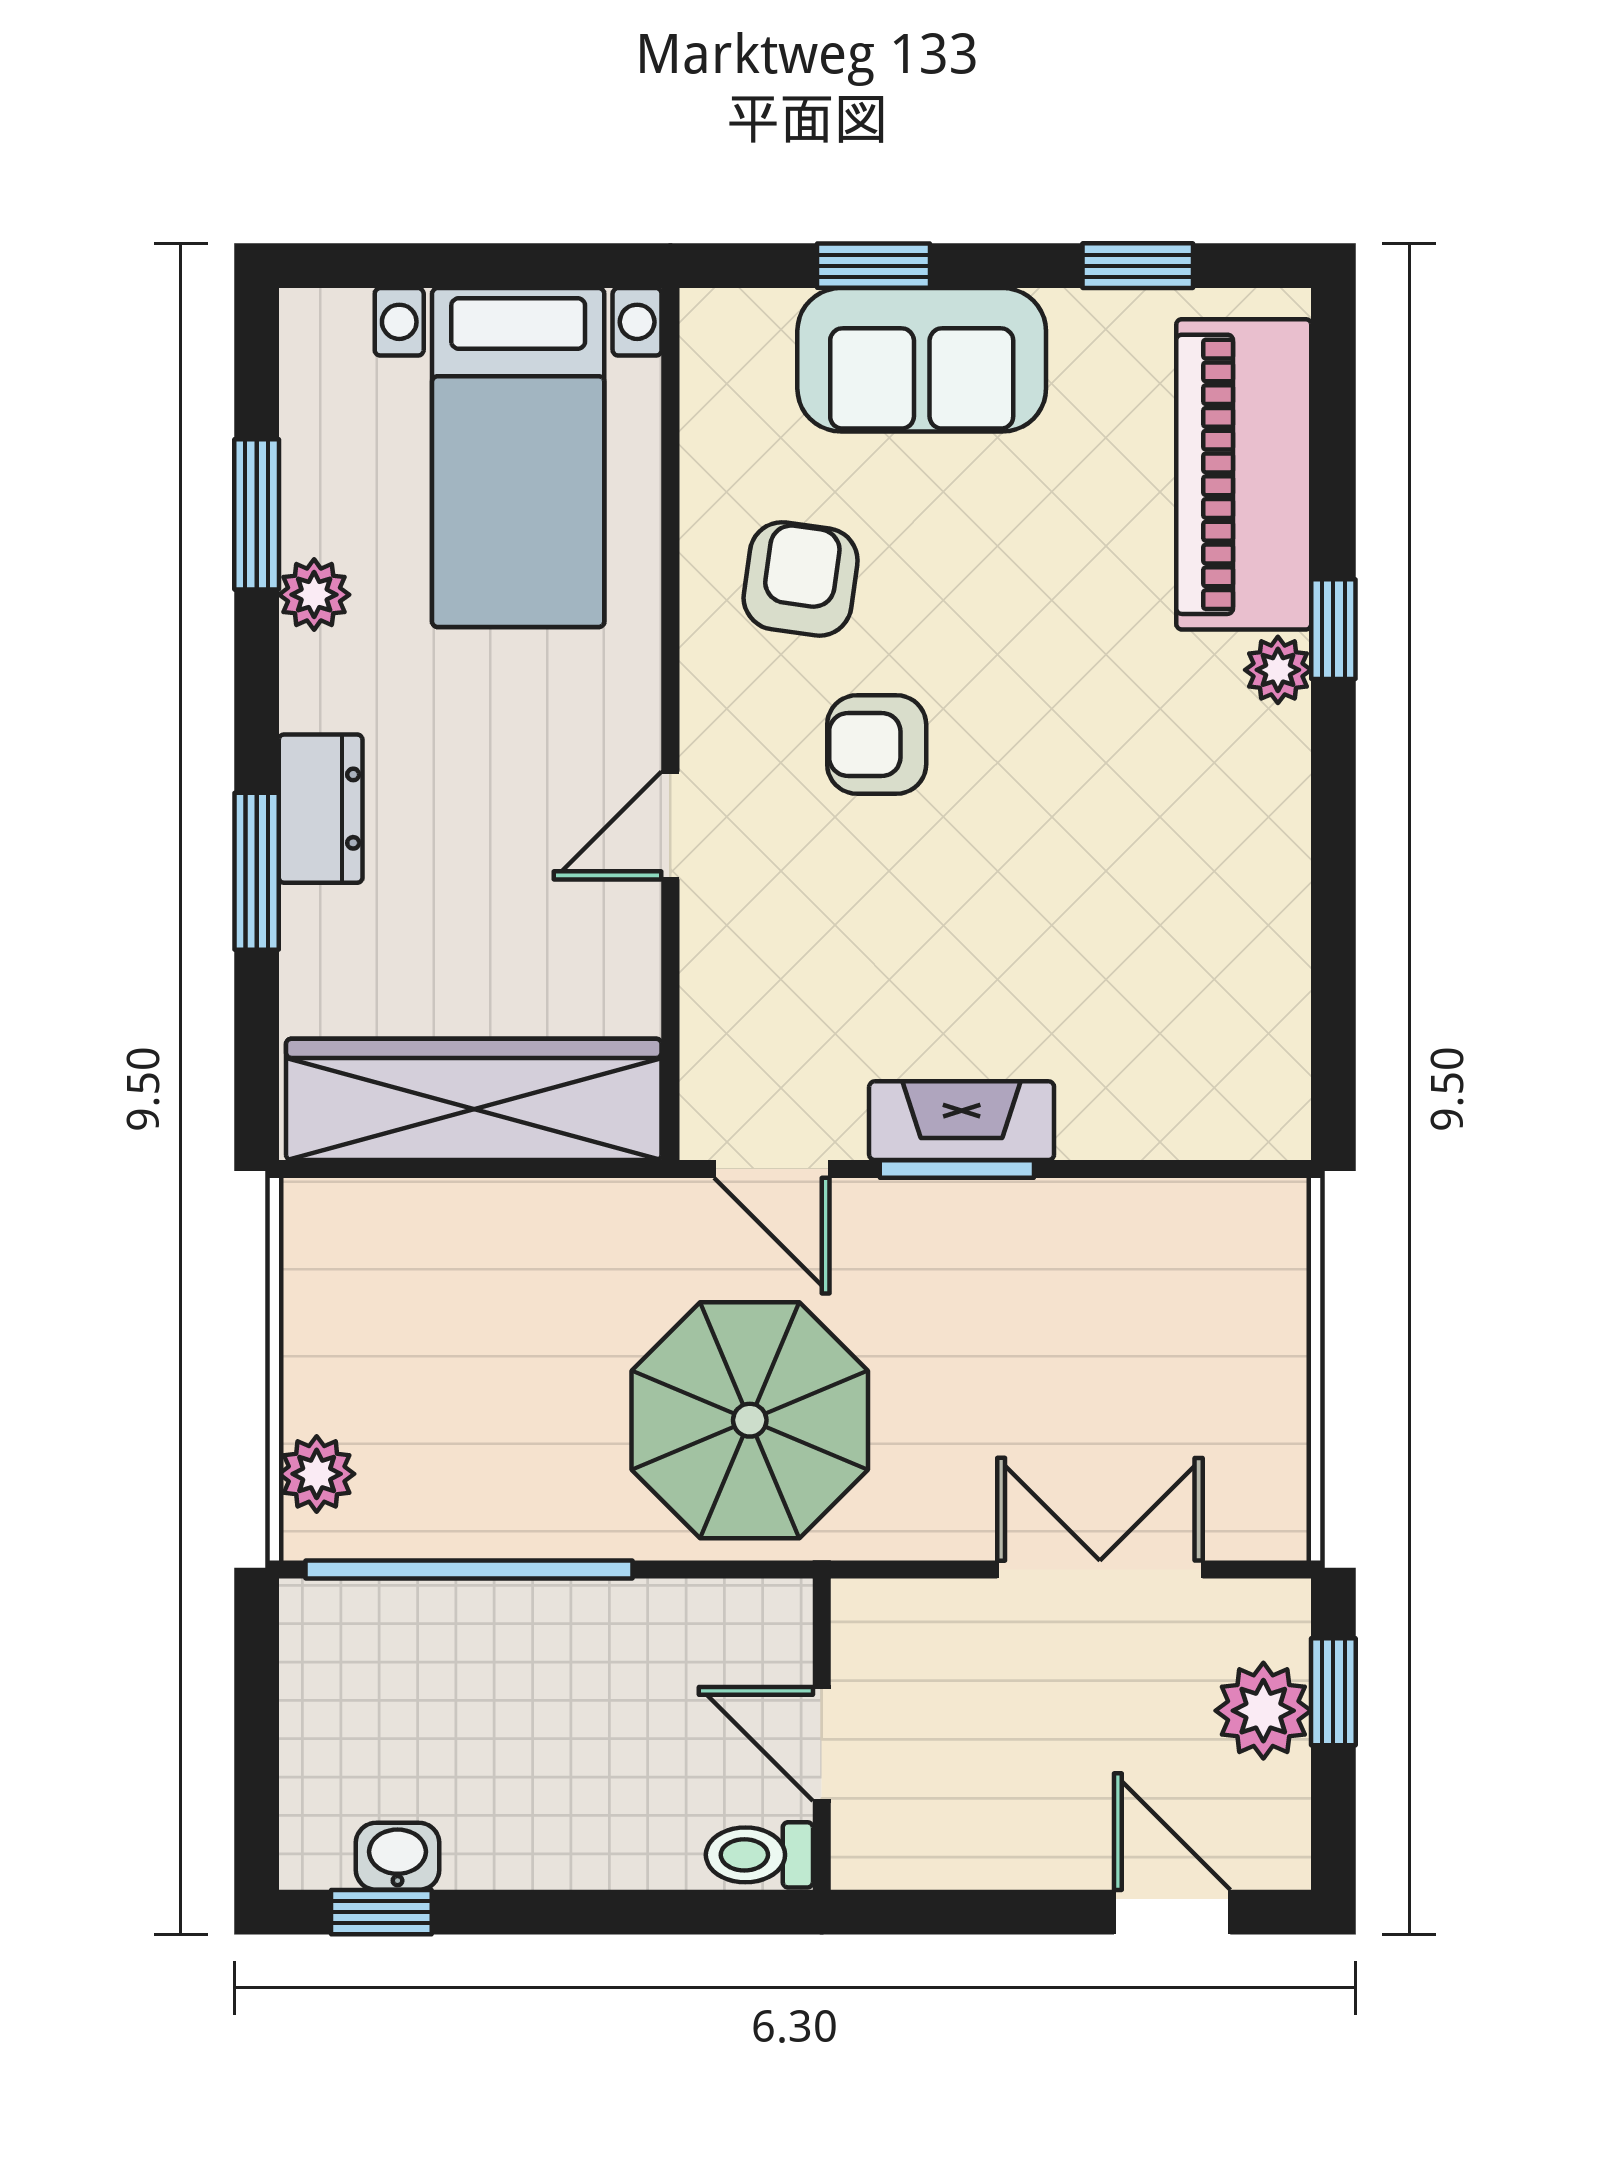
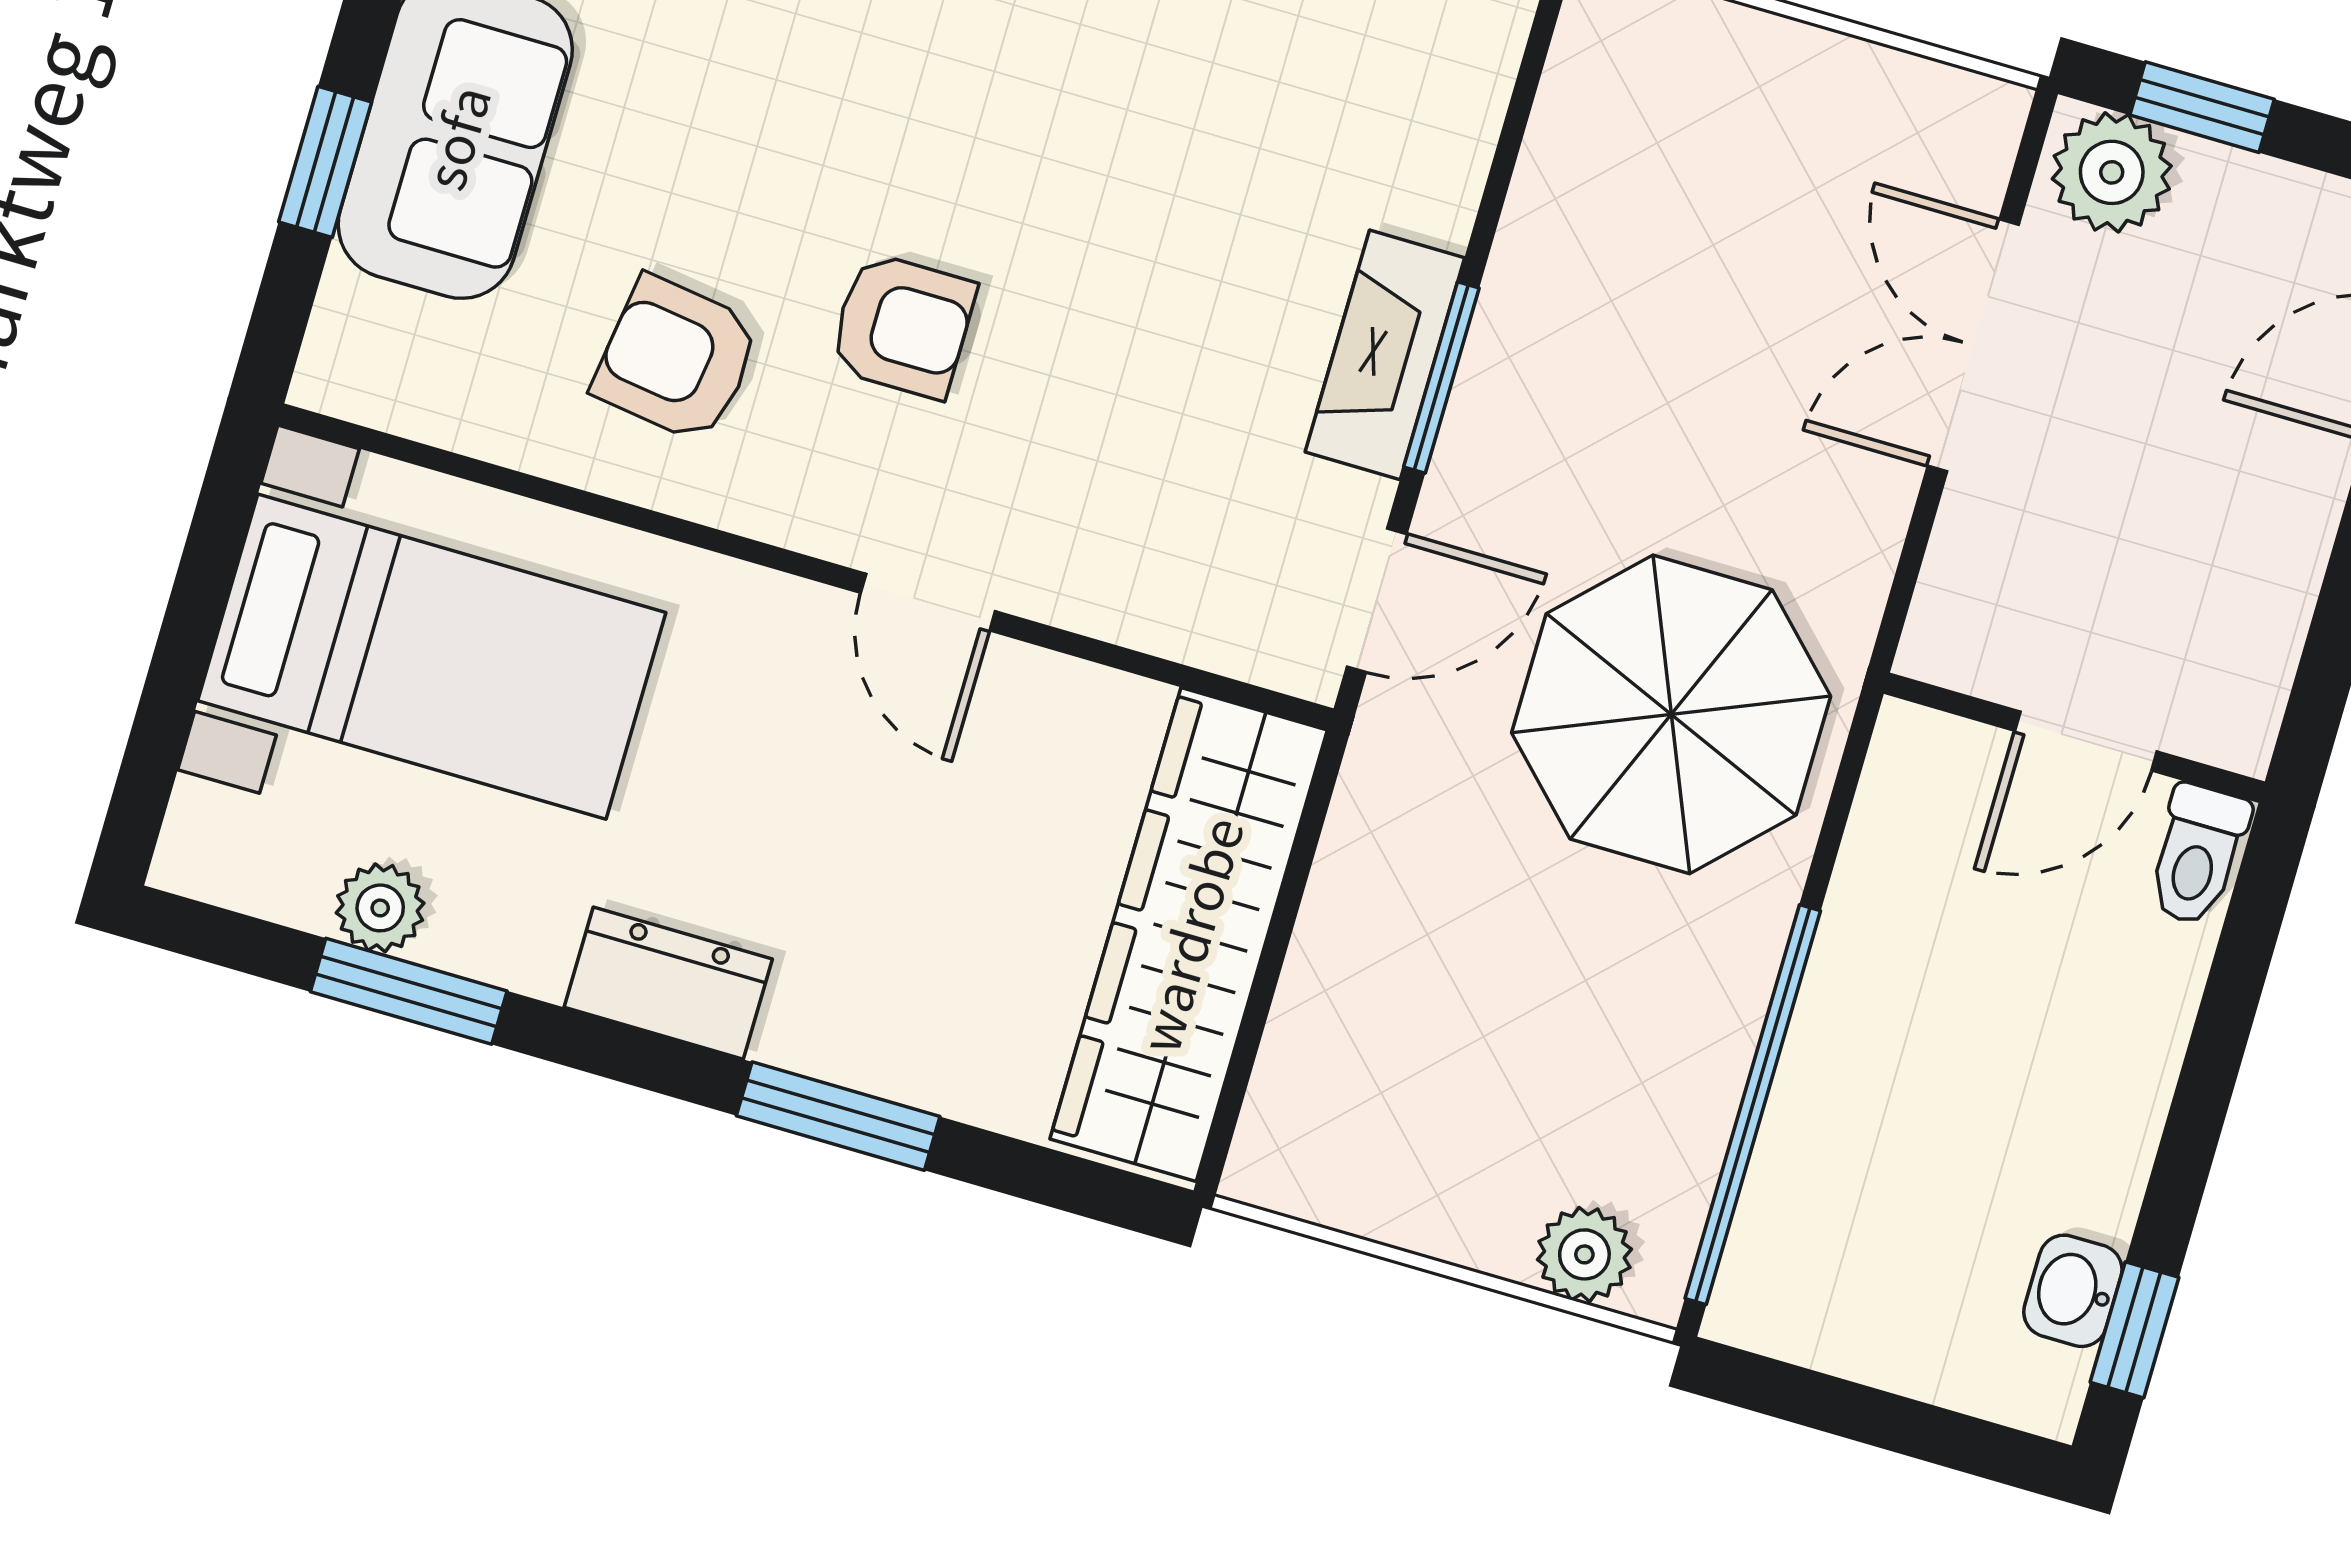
plant: (314, 595) -> (380, 908), moved
armchair: (877, 744) -> (902, 326), turned -90
dresser: (321, 809) -> (668, 983), moved
plant: (1263, 1711) -> (2112, 172), moved

